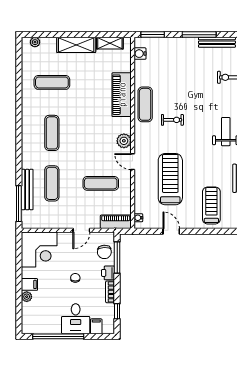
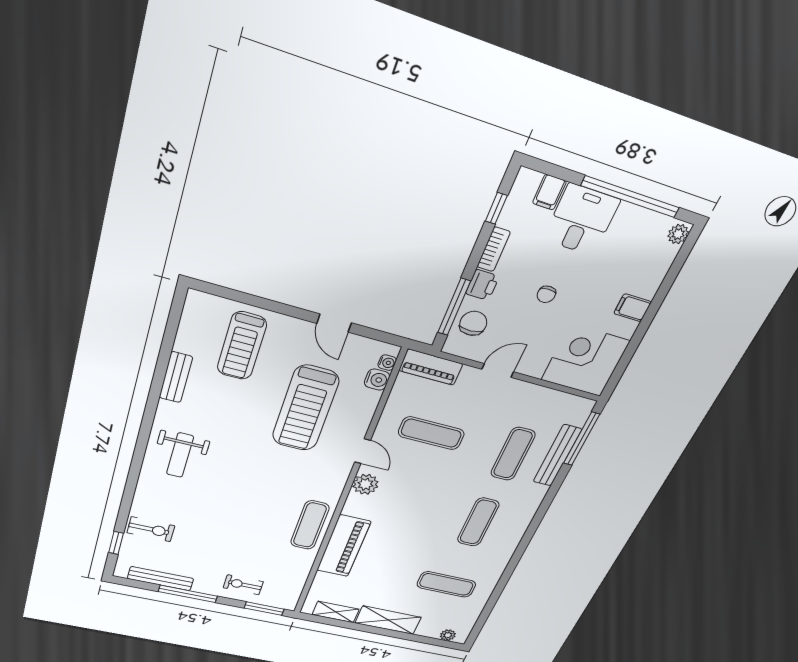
water cooler: (140, 54) -> (377, 380), moved
exercise bike: (172, 120) -> (243, 585), moved
plant: (27, 297) -> (678, 234), moved

